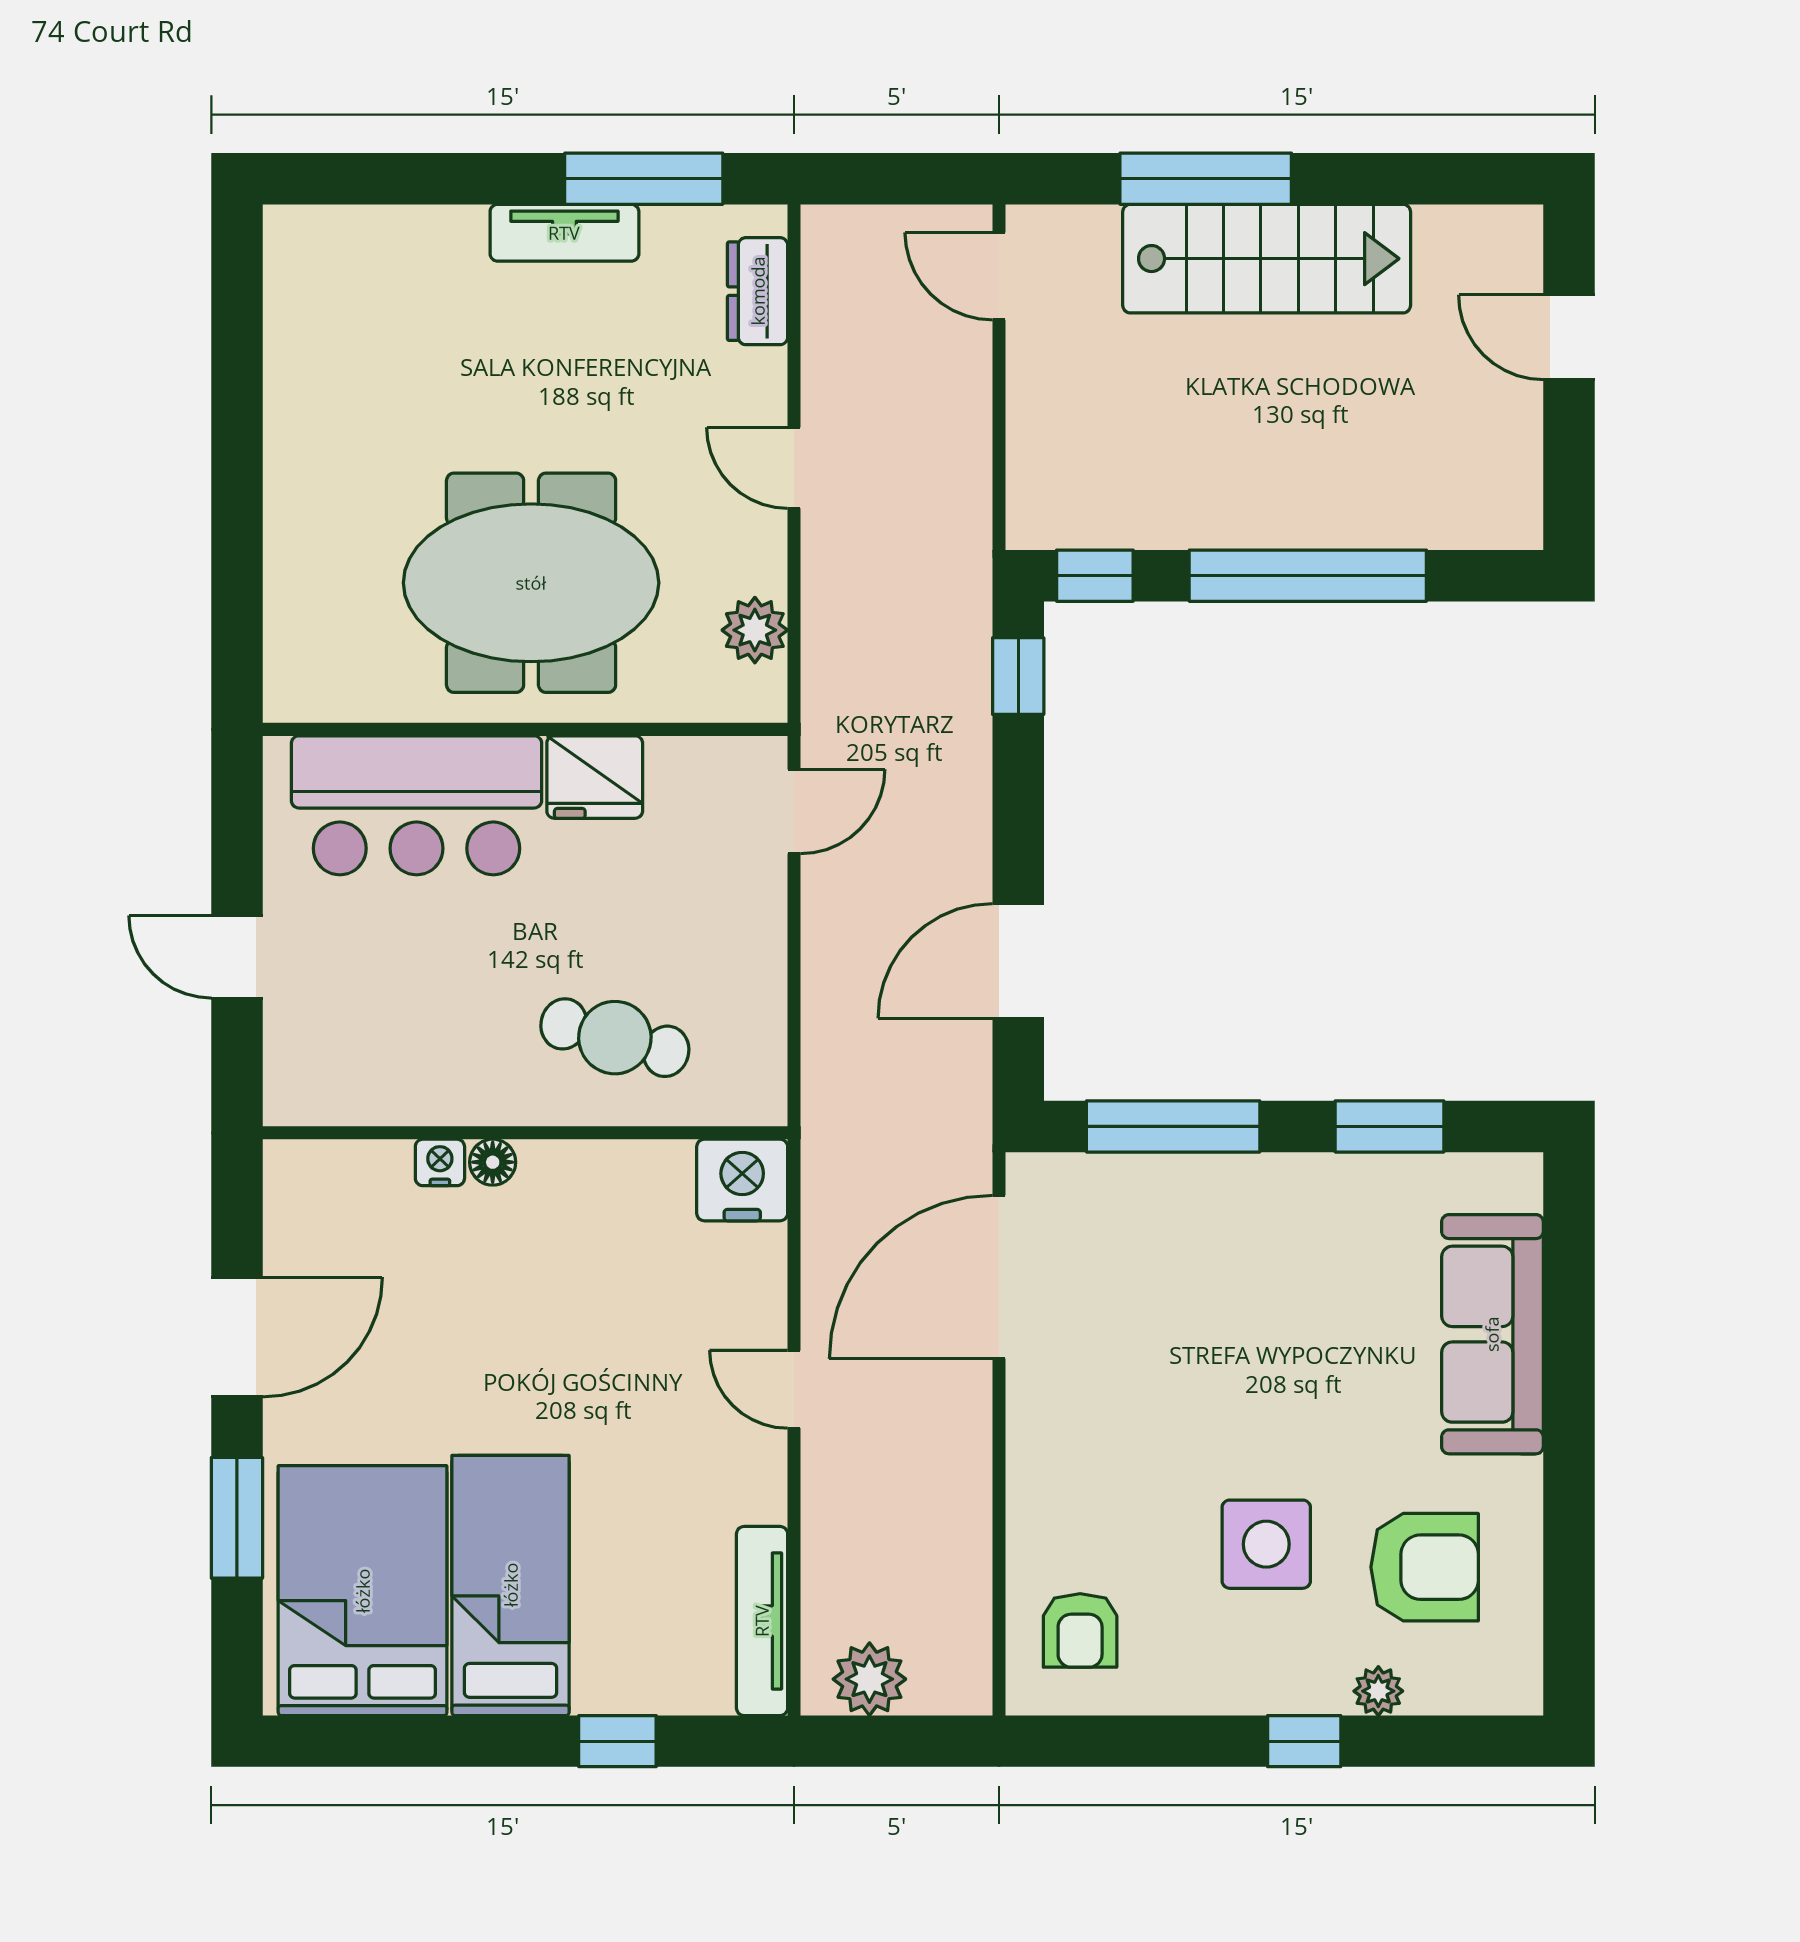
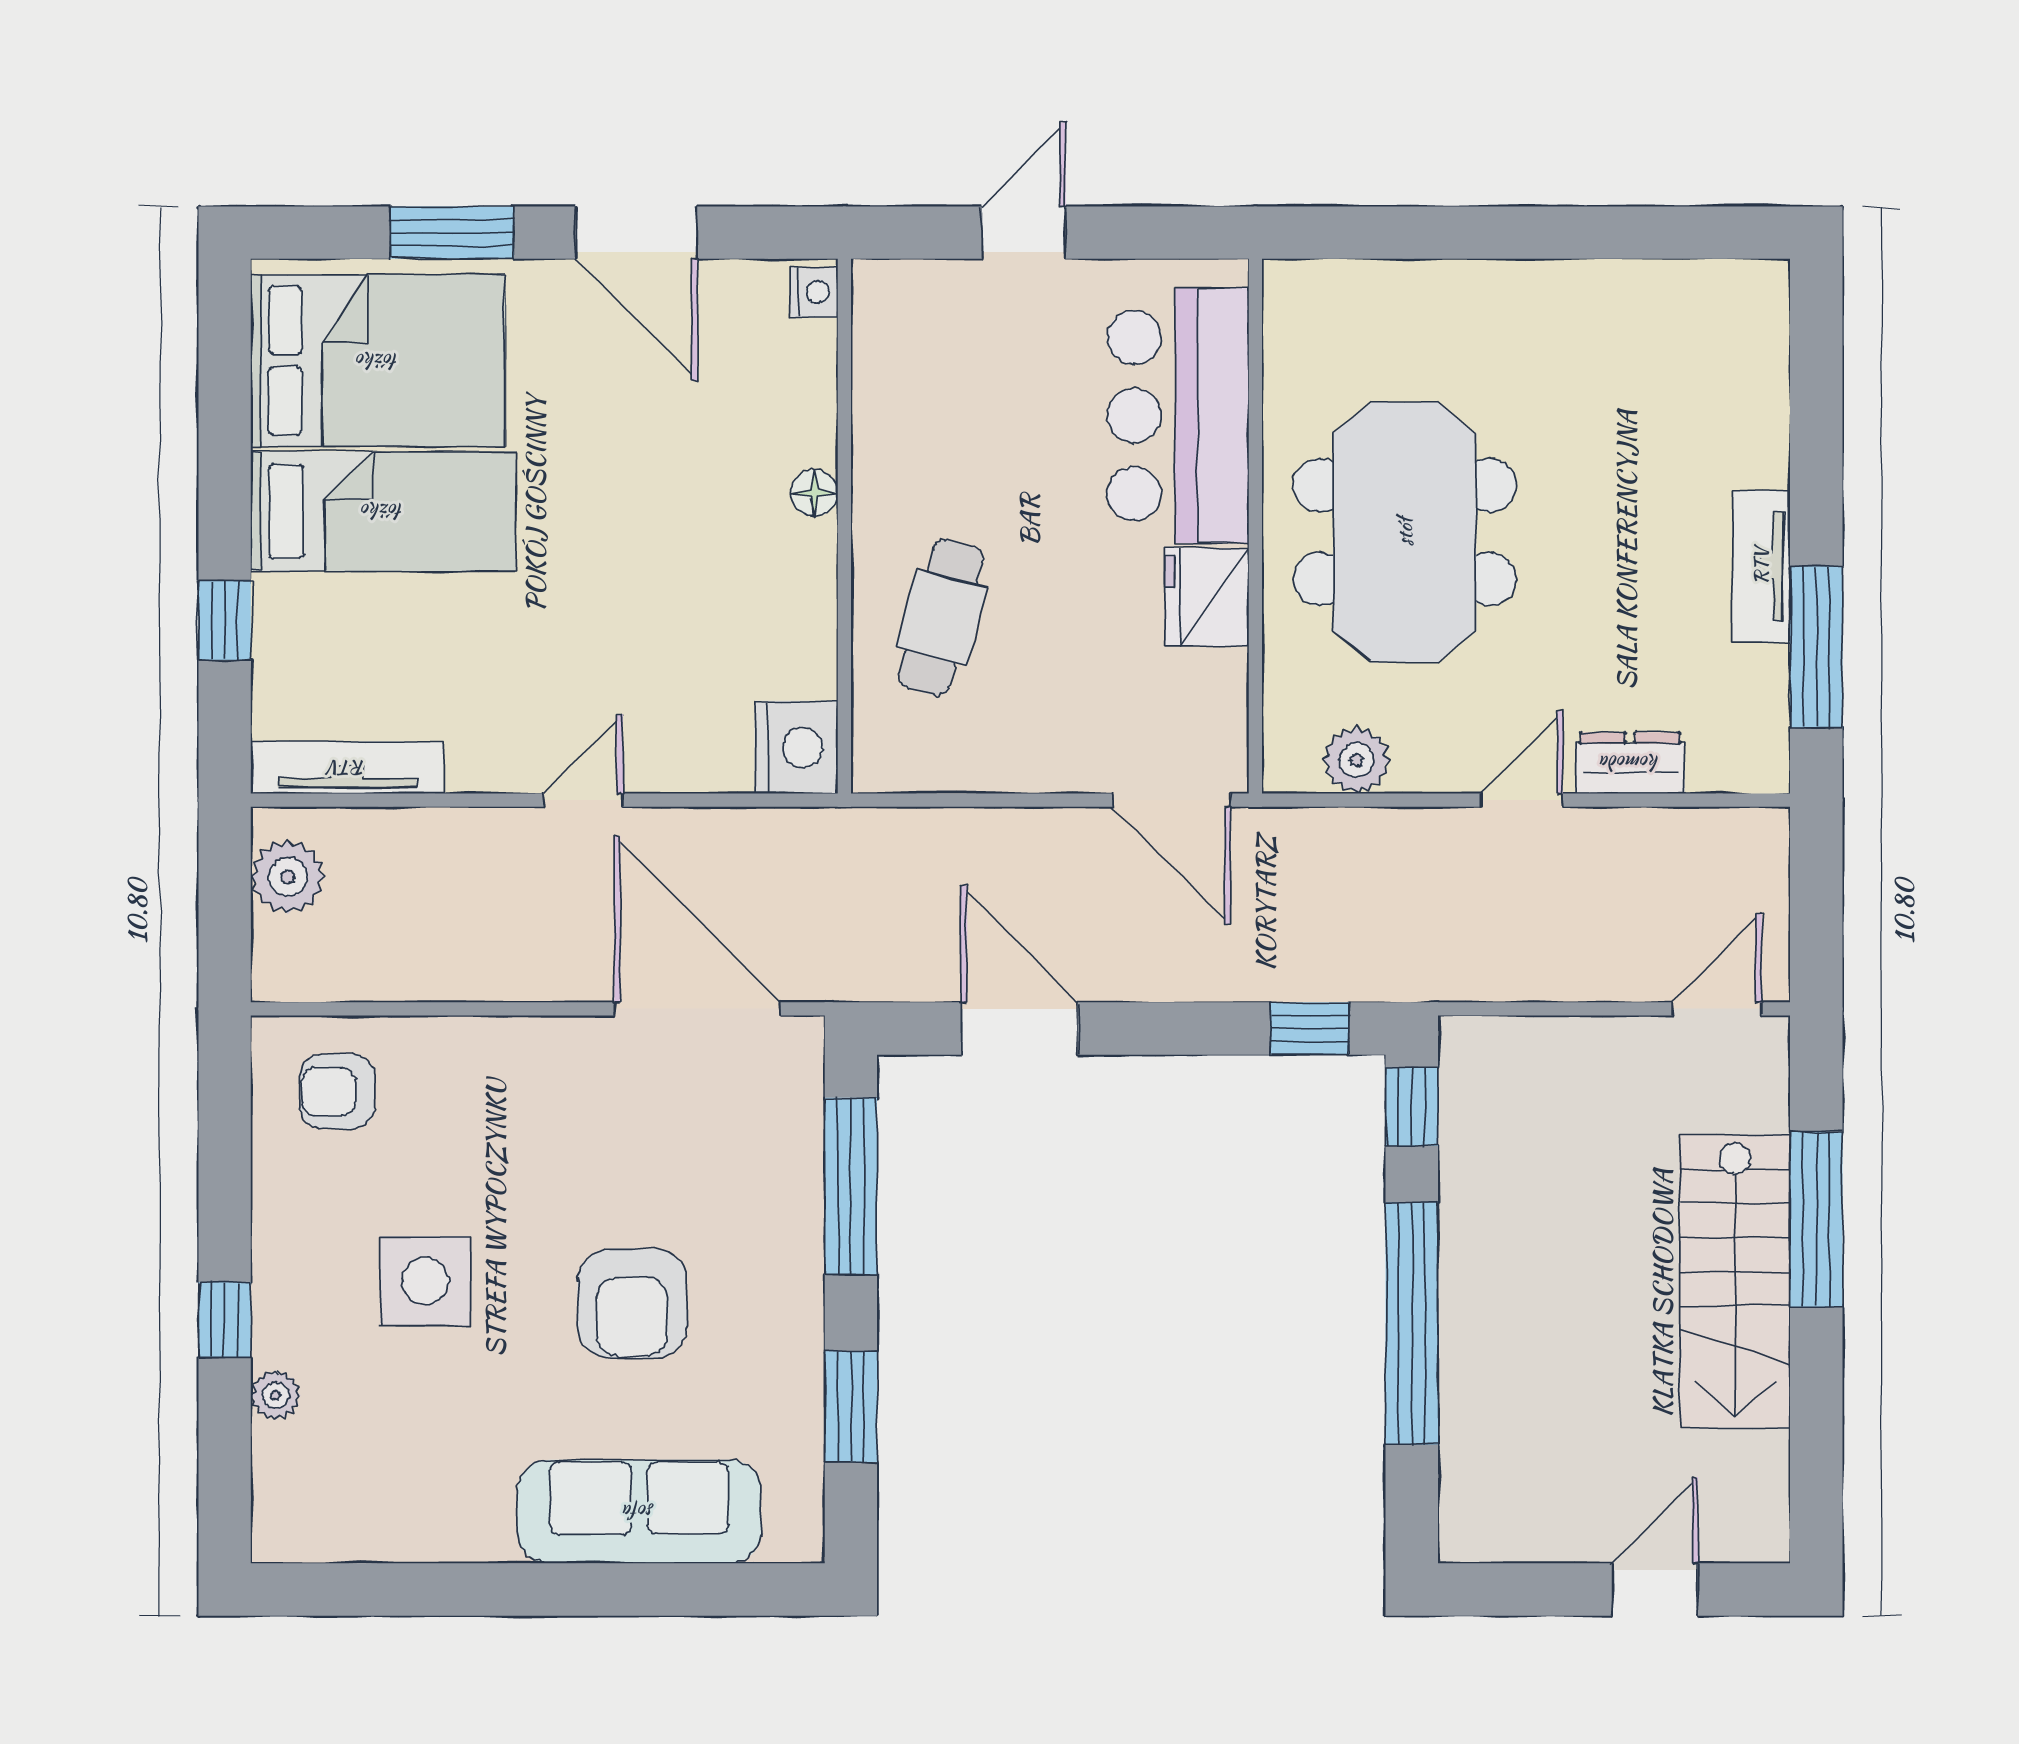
dresser: (758, 291) -> (1630, 763), moved
door: (794, 812) -> (1172, 800), width x1.38
nightstand: (440, 1162) -> (814, 292), moved
armchair: (1425, 1567) -> (632, 1303), moved

